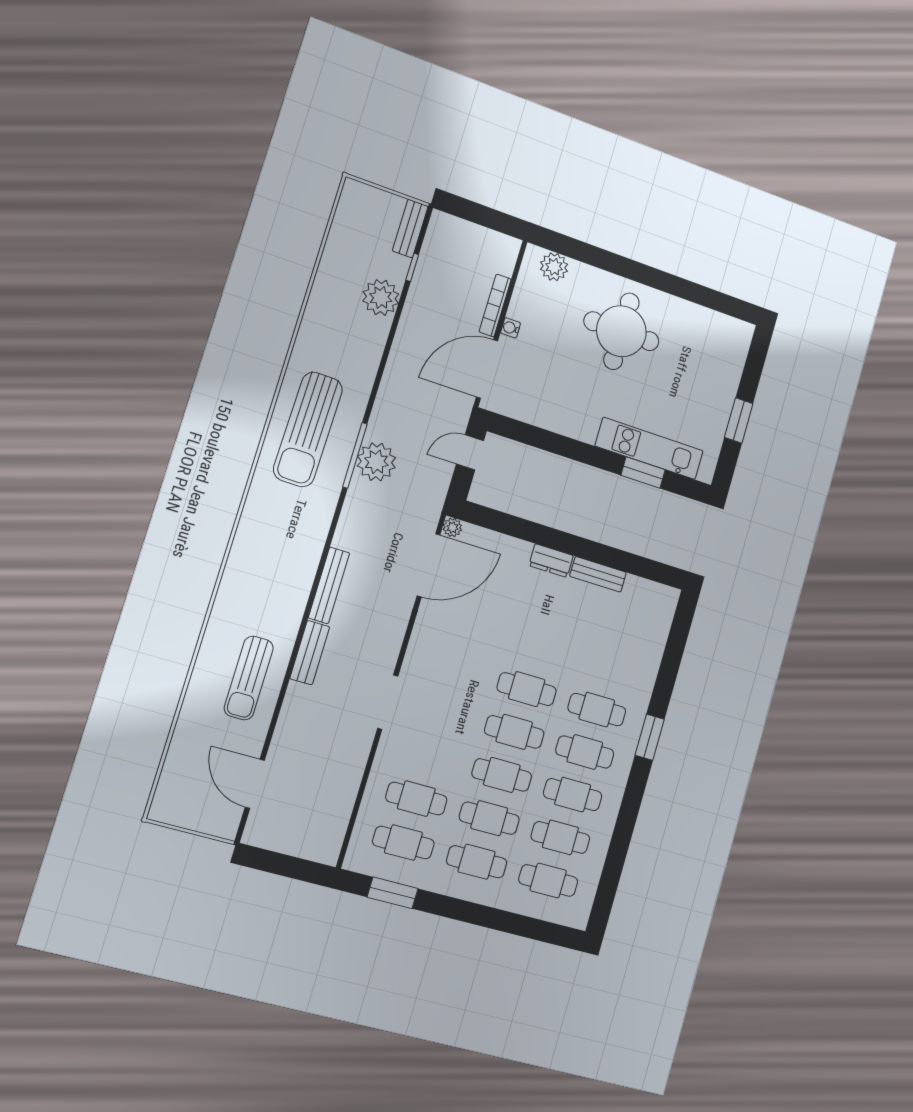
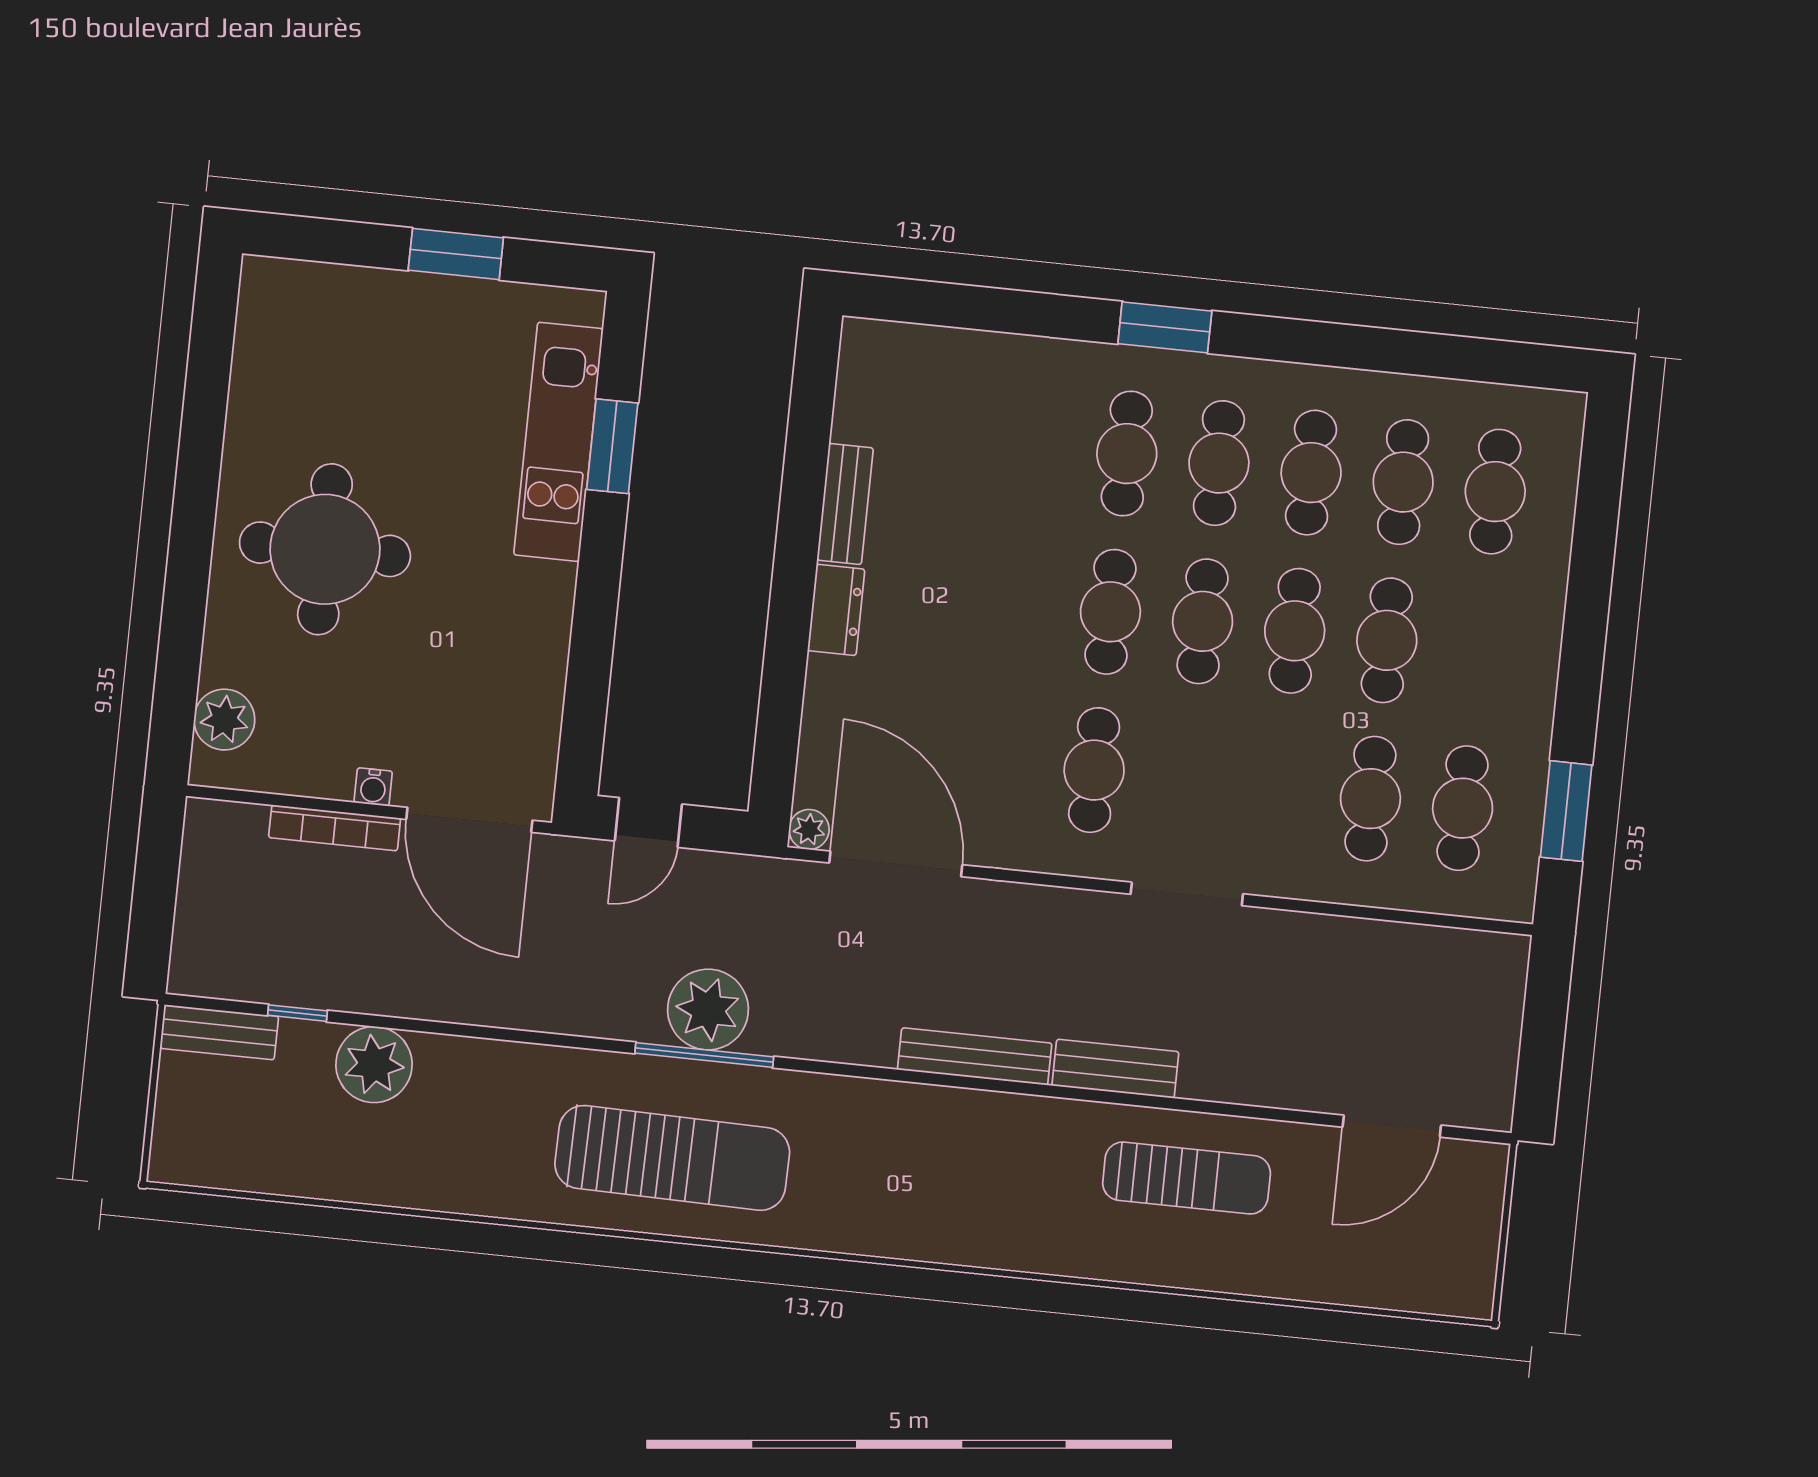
door: (470, 452) -> (648, 822), hinge flipped
cafe table: (477, 862) -> (1094, 770), moved

